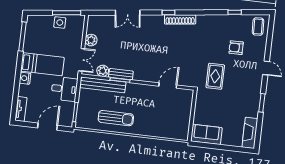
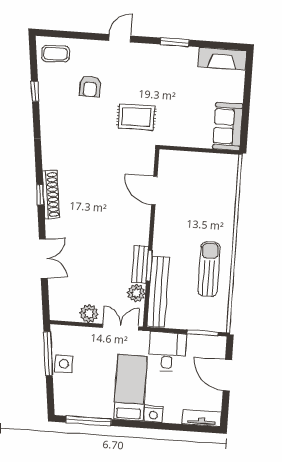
shoe rack: (180, 19) -> (51, 195), moved

